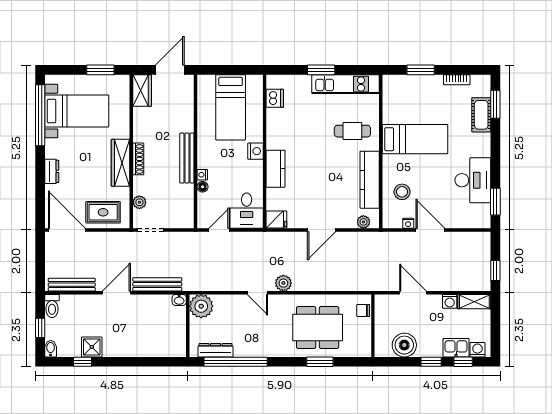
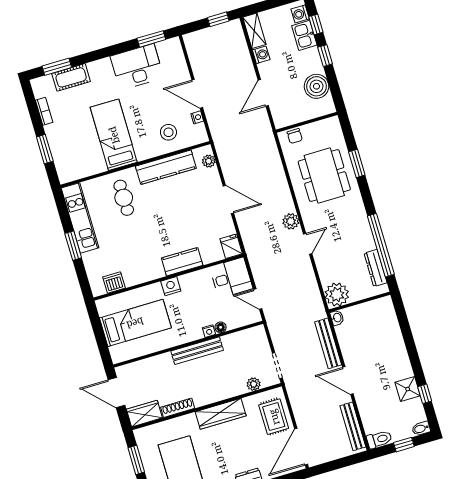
shoe rack: (138, 159) -> (178, 408), moved
door: (430, 230) -> (197, 94), hinge flipped

